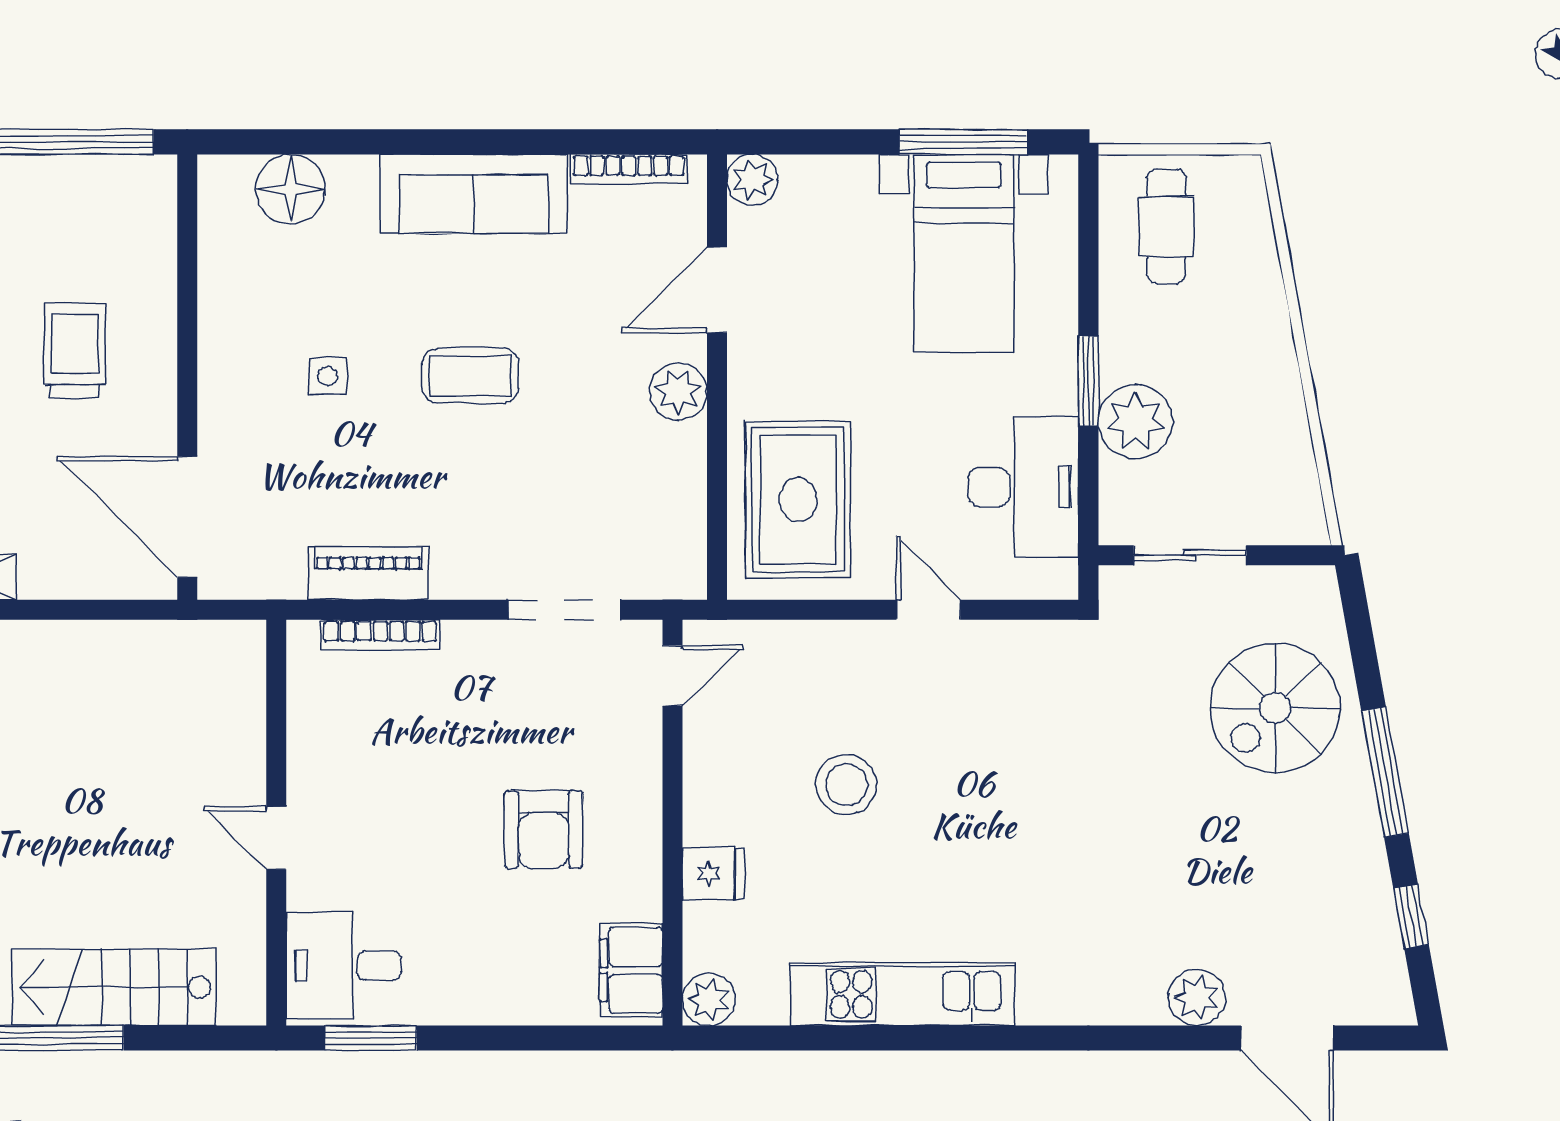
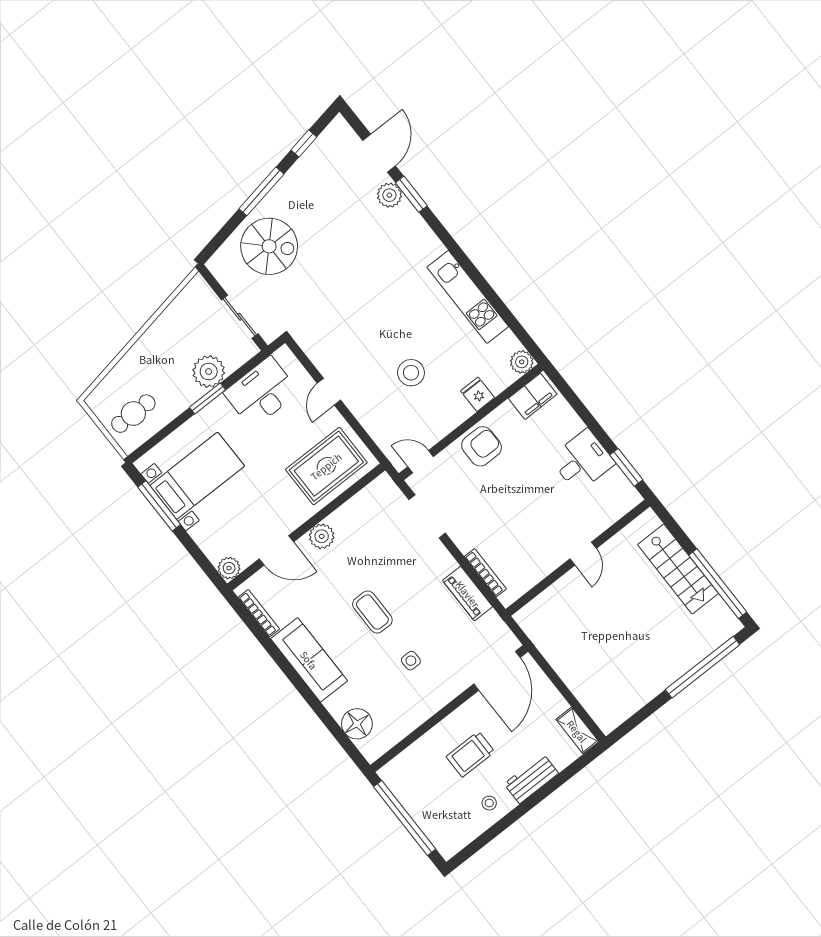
armchair: (544, 830) -> (482, 446), moved
desk: (344, 965) -> (582, 461), moved, turned -90
window: (1167, 1038) -> (411, 194), added

